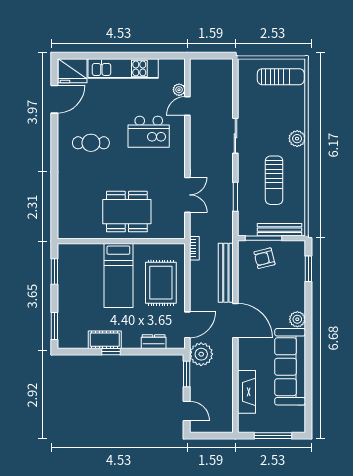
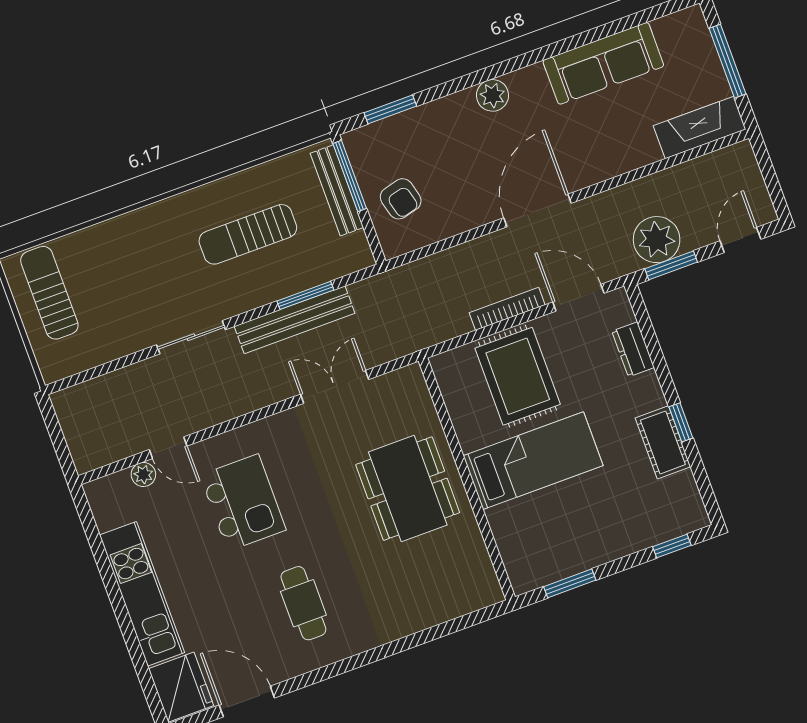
plant: (297, 139) -> (154, 220), removed
sun lounger: (274, 180) -> (248, 234), turned 180
window: (263, 238) -> (350, 176), moved
bookcase: (194, 248) -> (507, 309), moved, width x1.56
bench: (226, 273) -> (295, 320), moved
rug: (161, 283) -> (518, 376), turned 90
window: (54, 326) -> (672, 546), width x0.67
plant: (201, 354) -> (657, 240), moved
sofa: (290, 367) -> (603, 63), width x0.74, depth x0.79
fireplace: (247, 392) -> (700, 128), moved

